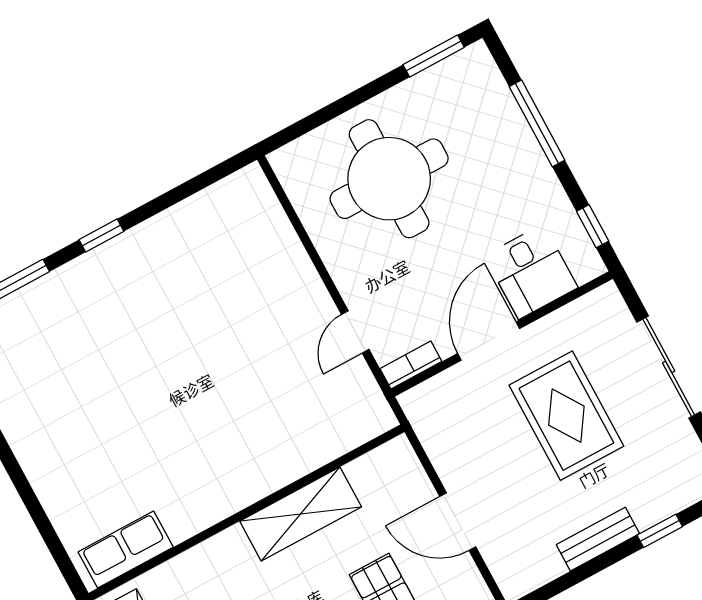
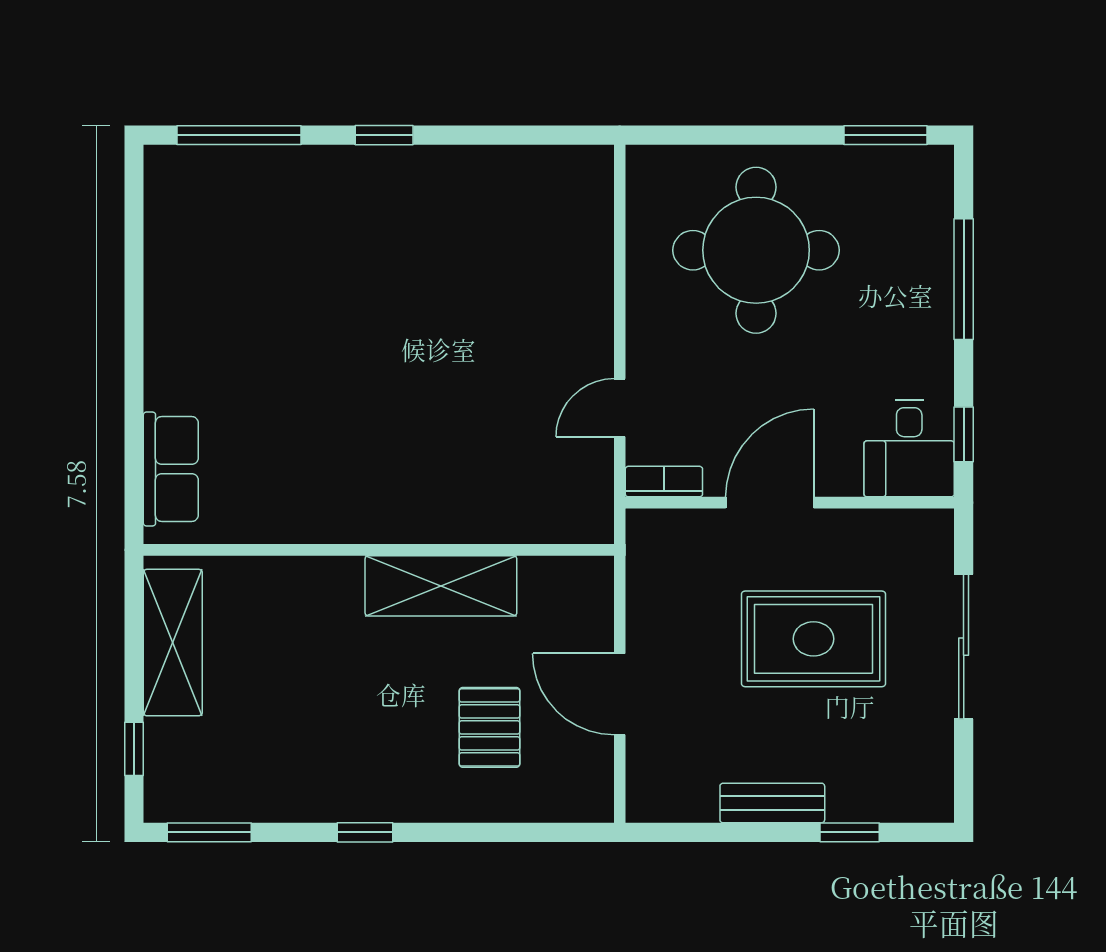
desk: (531, 272) -> (909, 448), moved
rug: (566, 416) -> (814, 639), turned 90
row of seats: (126, 550) -> (171, 469), moved, turned 90

